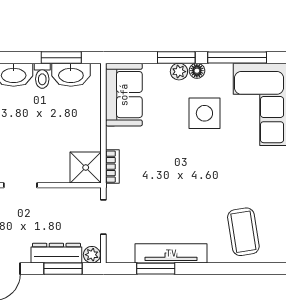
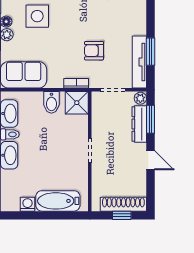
bidet: (86, 133) -> (51, 102), added
armchair: (157, 191) -> (94, 51), added
tv unit: (171, 253) -> (139, 62), moved

